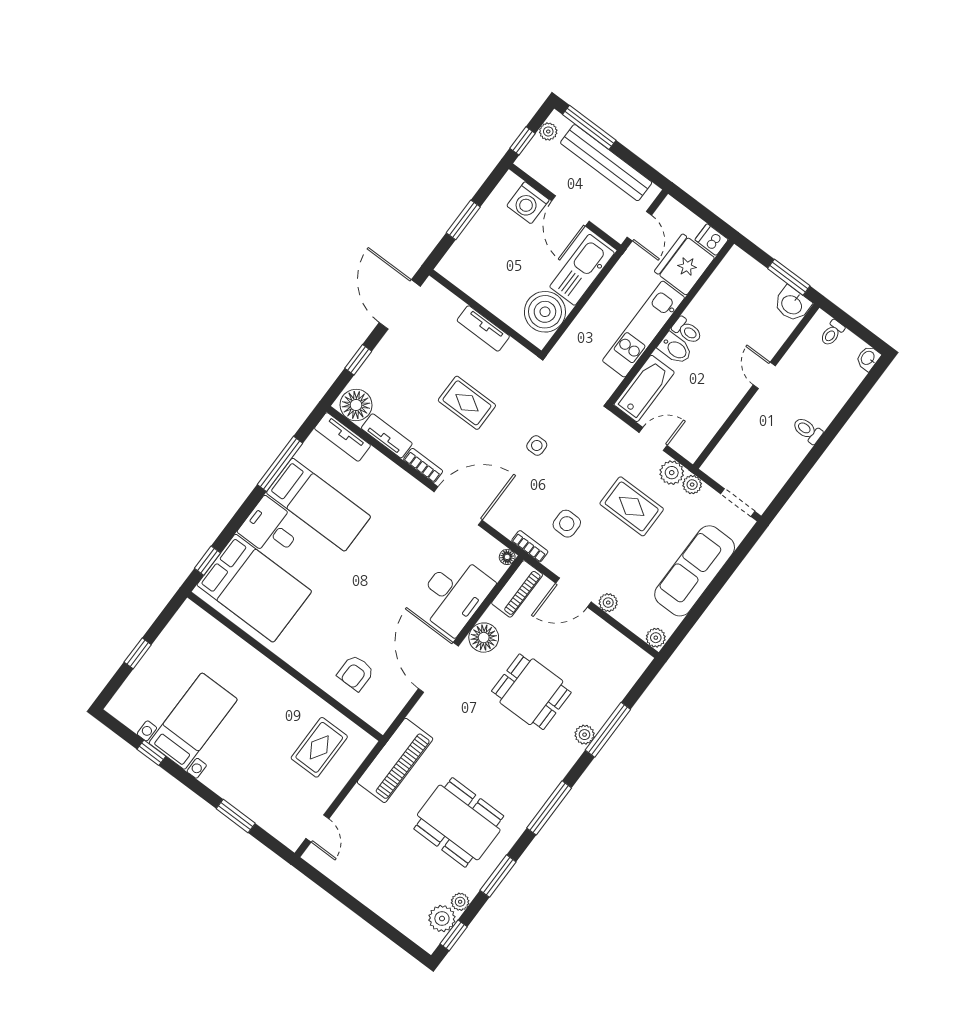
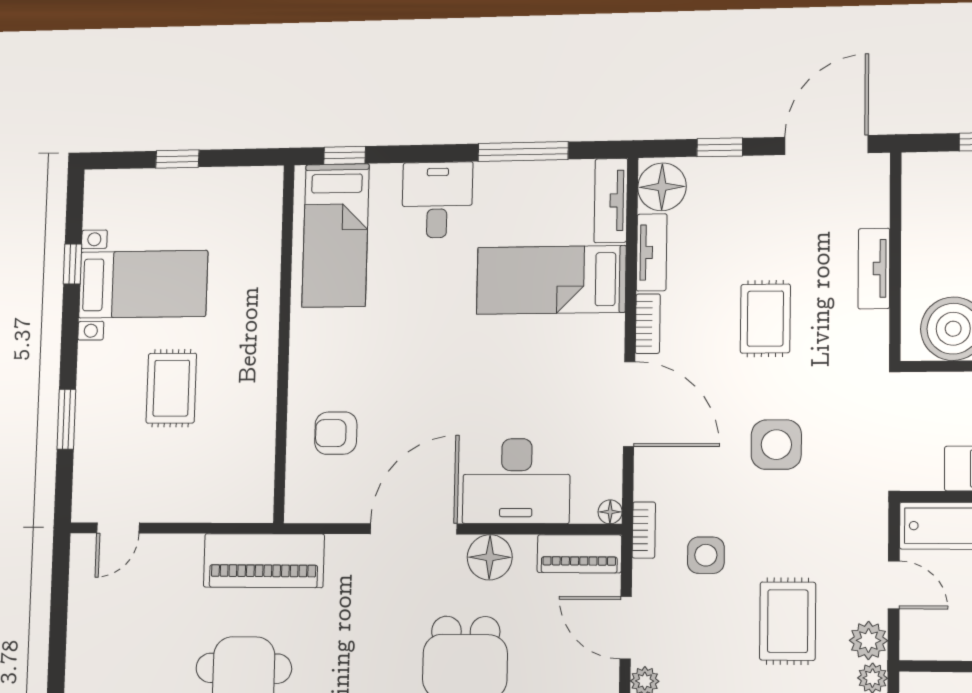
side table: (537, 445) -> (776, 445), width x1.87, depth x1.87
bed: (318, 505) -> (551, 280), moved, turned 90
bed: (254, 588) -> (336, 235), width x0.67
rug: (319, 747) -> (171, 388), moved, turned 90

